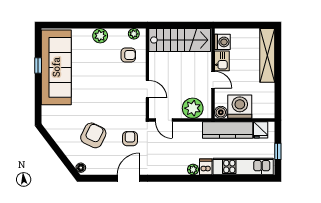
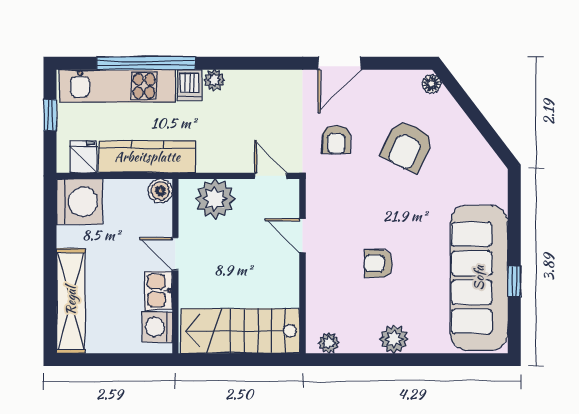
armchair: (128, 55) -> (378, 263), moved
washing machine: (240, 107) -> (79, 202), moved, turned -90
window: (228, 178) -> (146, 63), added

